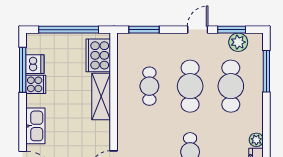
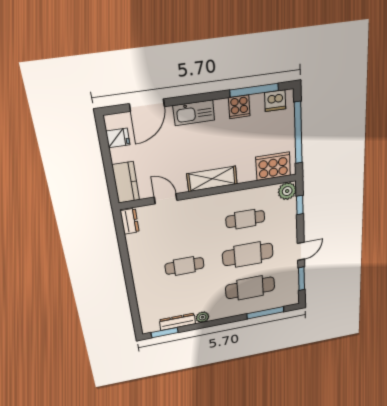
window: (144, 30) -> (300, 205), width x0.67
door: (198, 30) -> (301, 251), hinge flipped
plant: (238, 42) -> (287, 191), moved
dishwasher: (35, 64) -> (275, 101), moved
shelving: (101, 97) -> (212, 179), moved

